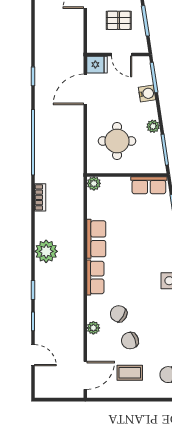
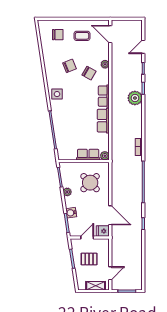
door: (122, 54) -> (87, 238), hinge flipped
door: (85, 89) -> (110, 215), hinge flipped
round table: (117, 141) -> (90, 183), turned 45
row of seats: (149, 185) -> (88, 155), moved
plant: (46, 251) -> (135, 98), moved
chair: (130, 341) -> (69, 66), moved
door: (33, 355) -> (143, 47), hinge flipped
door: (85, 375) -> (110, 34), hinge flipped

